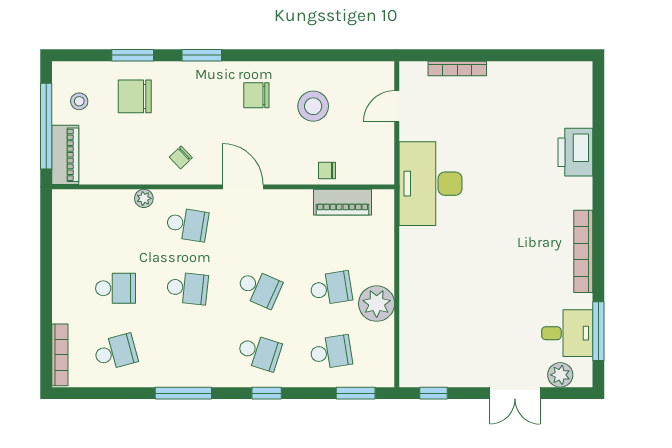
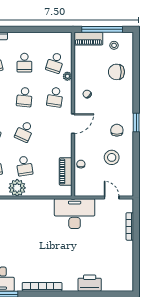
window: (133, 55) -> (136, 71), removed
window: (202, 55) -> (136, 123), moved
chair: (135, 96) -> (116, 72), turned -90
school desk: (115, 224) -> (55, 63), added

